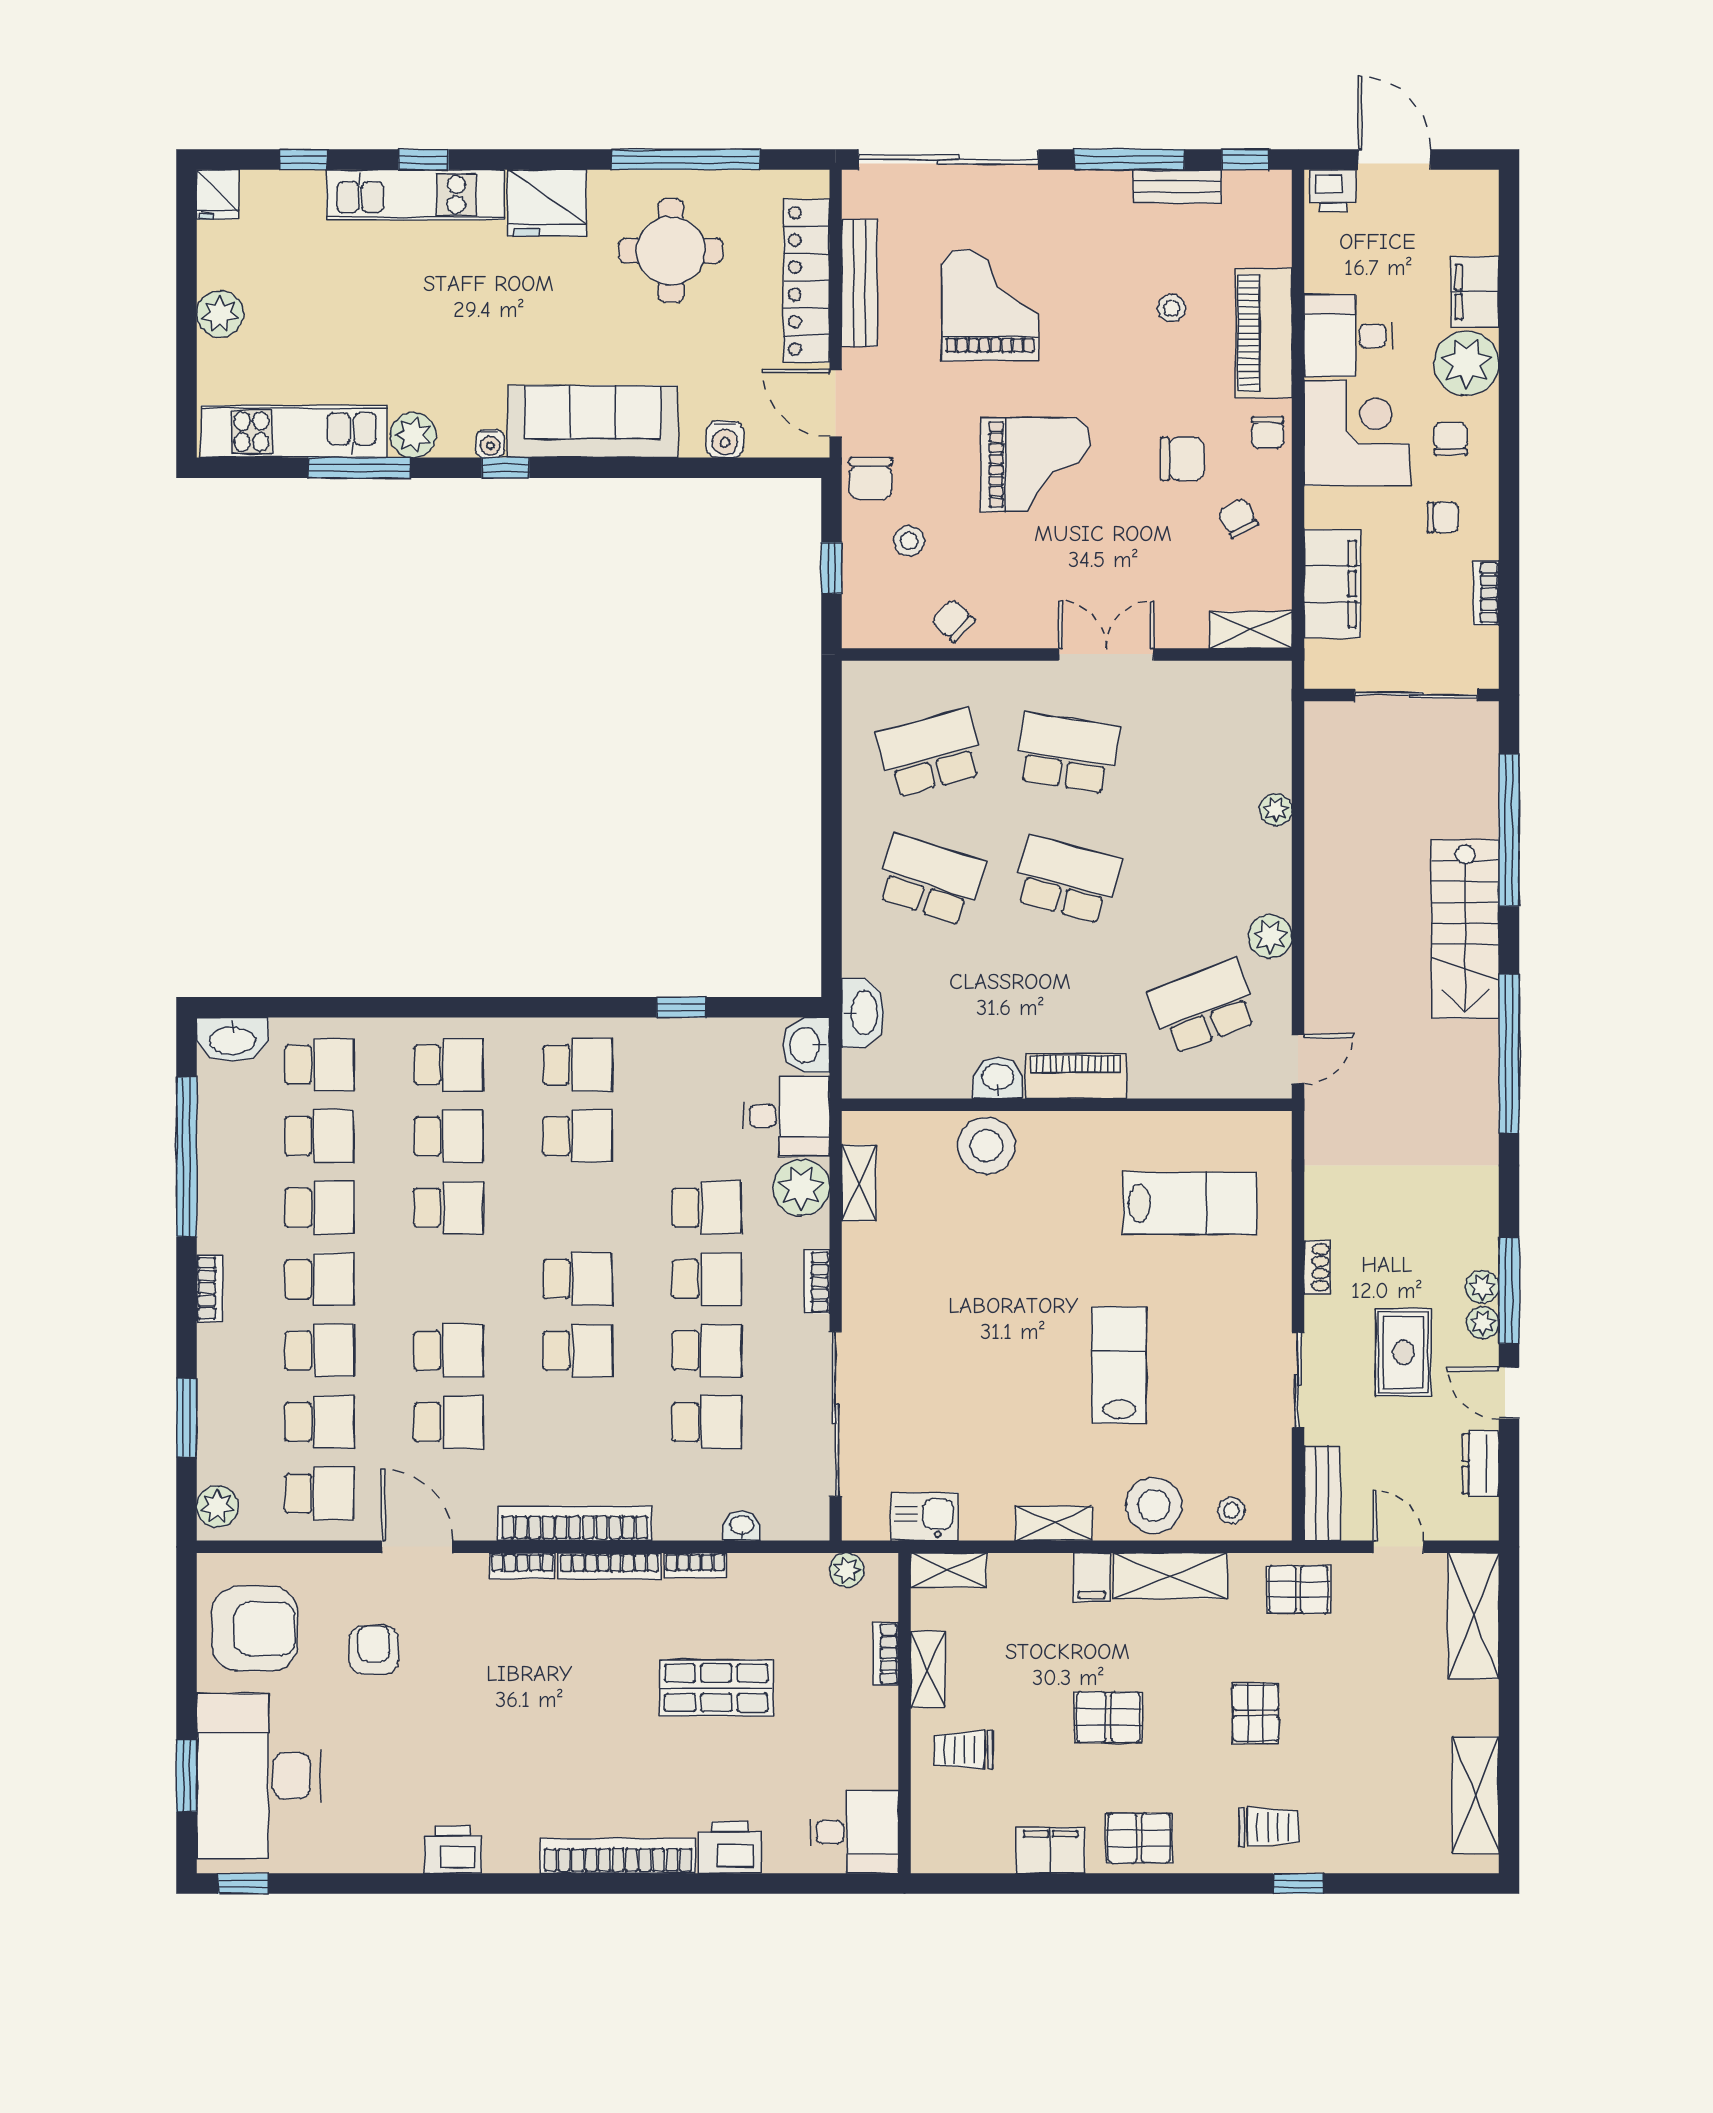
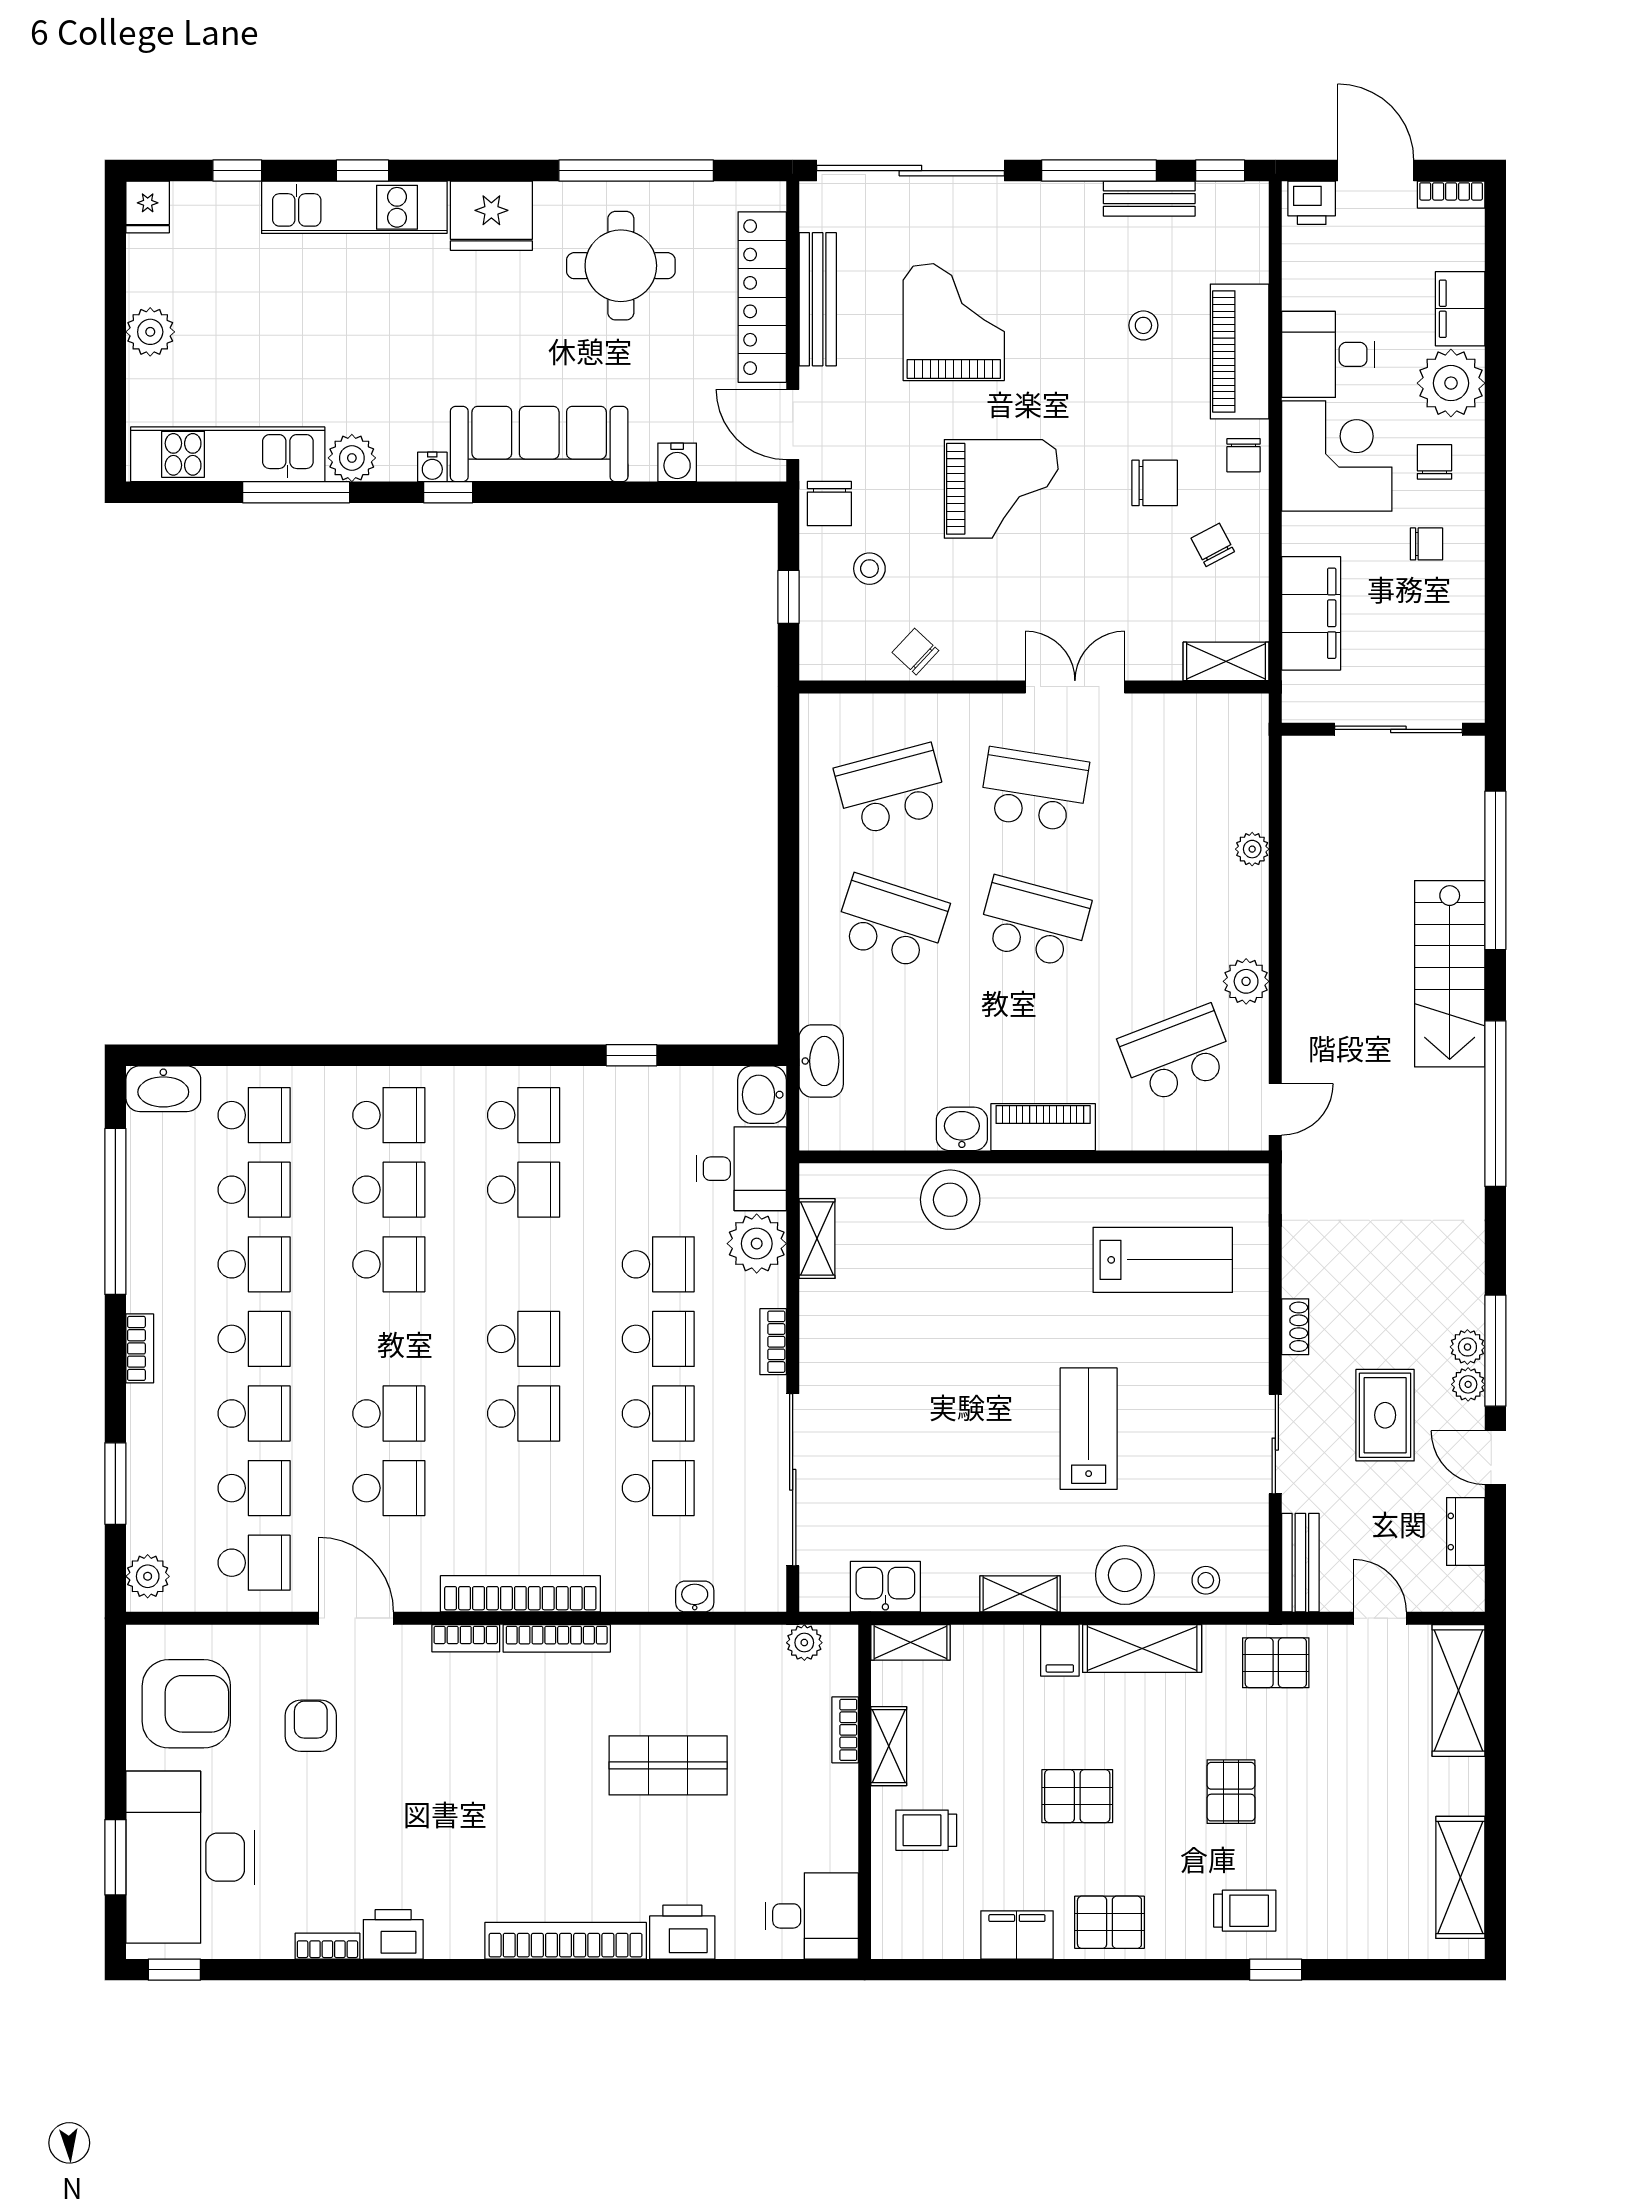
bookcase: (1486, 593) -> (1451, 195), moved, turned -90
bookcase: (695, 1565) -> (327, 1946), moved, turned 180

